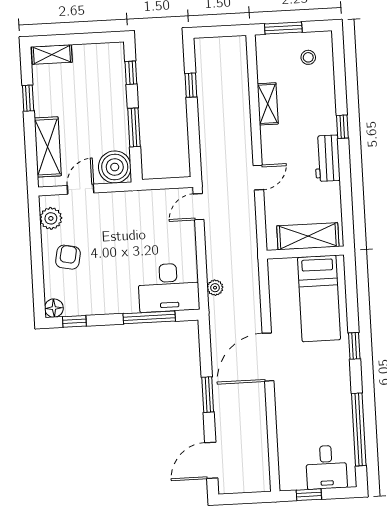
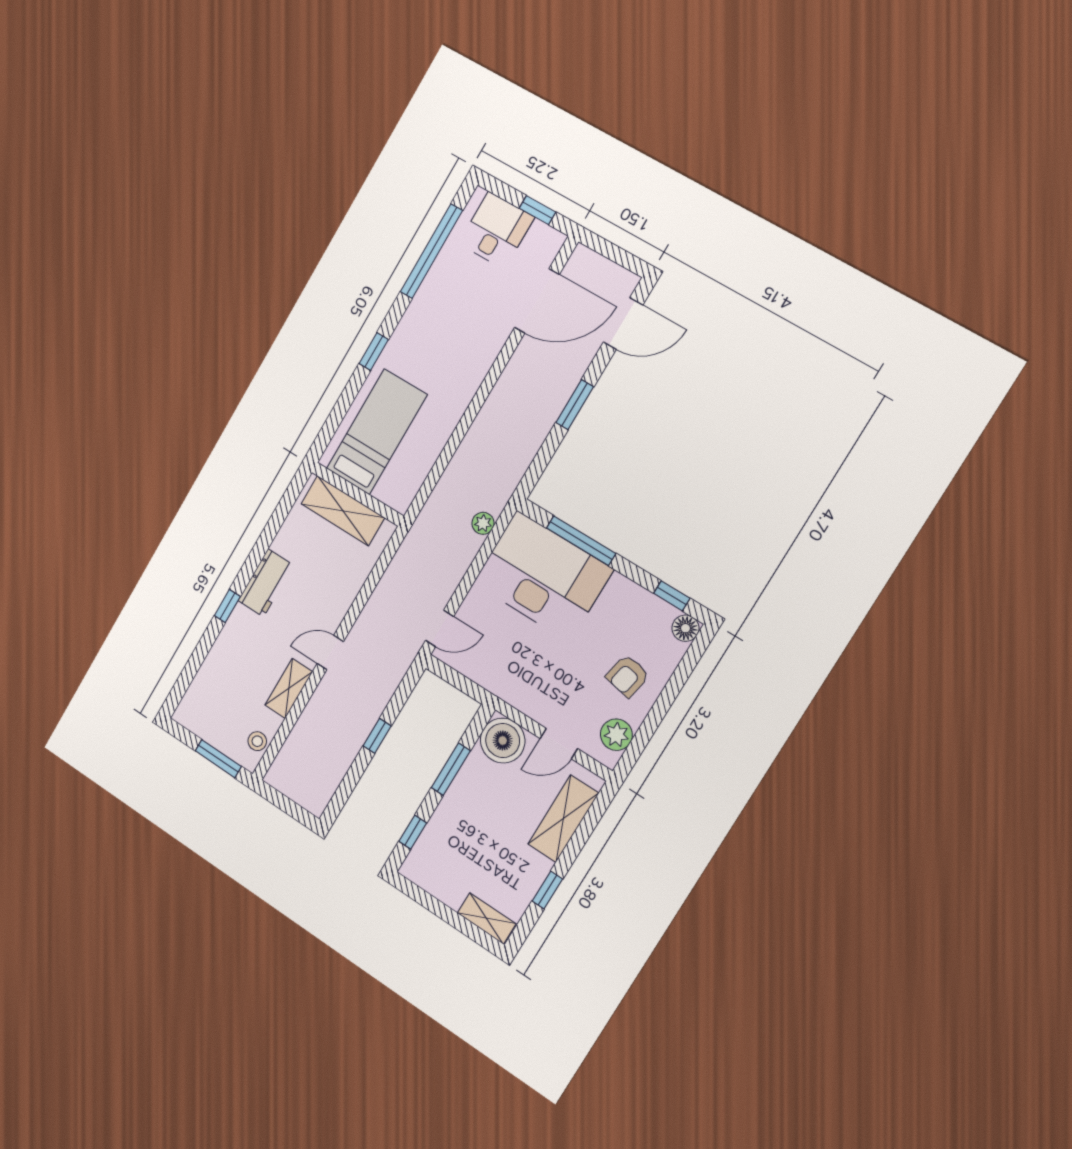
stool: (308, 57) -> (257, 741), moved
window: (191, 85) -> (377, 736), moved
door: (258, 178) -> (330, 653), moved
desk: (169, 287) -> (543, 576), width x1.36, depth x1.30
door: (268, 357) -> (537, 301), moved

